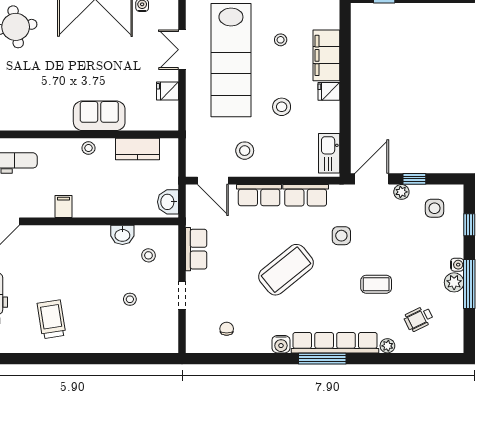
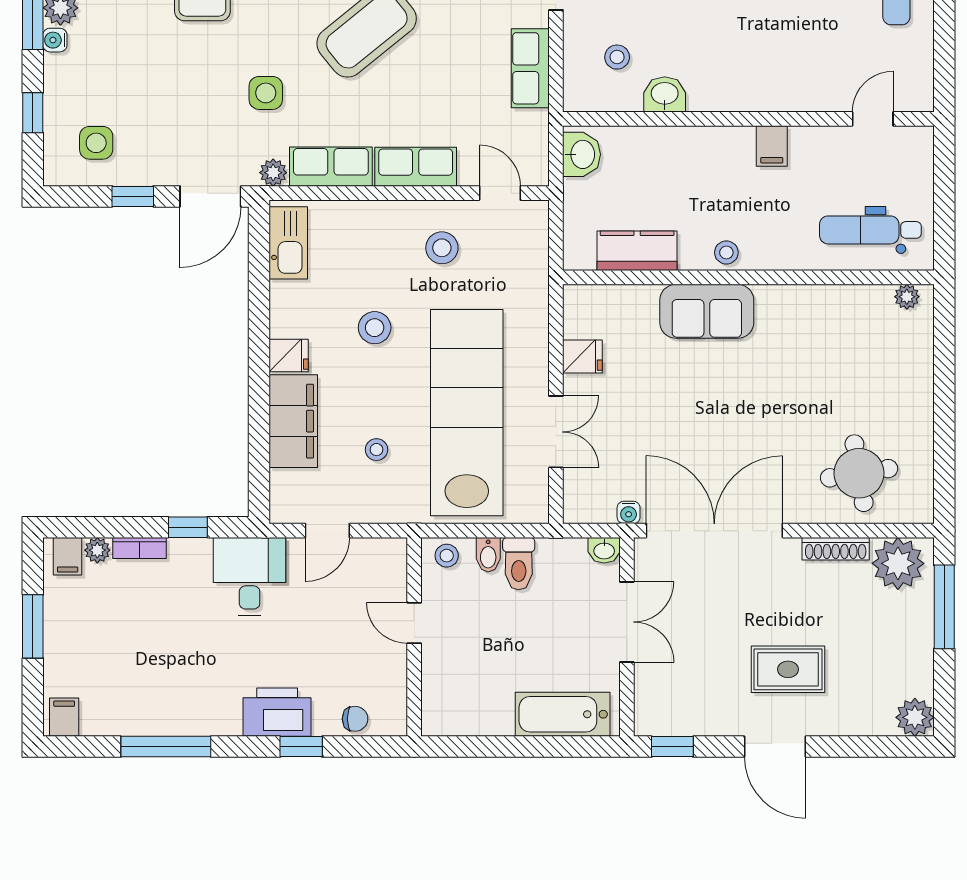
door: (213, 181) -> (500, 193), width x0.73
plant: (401, 192) -> (273, 173), moved

